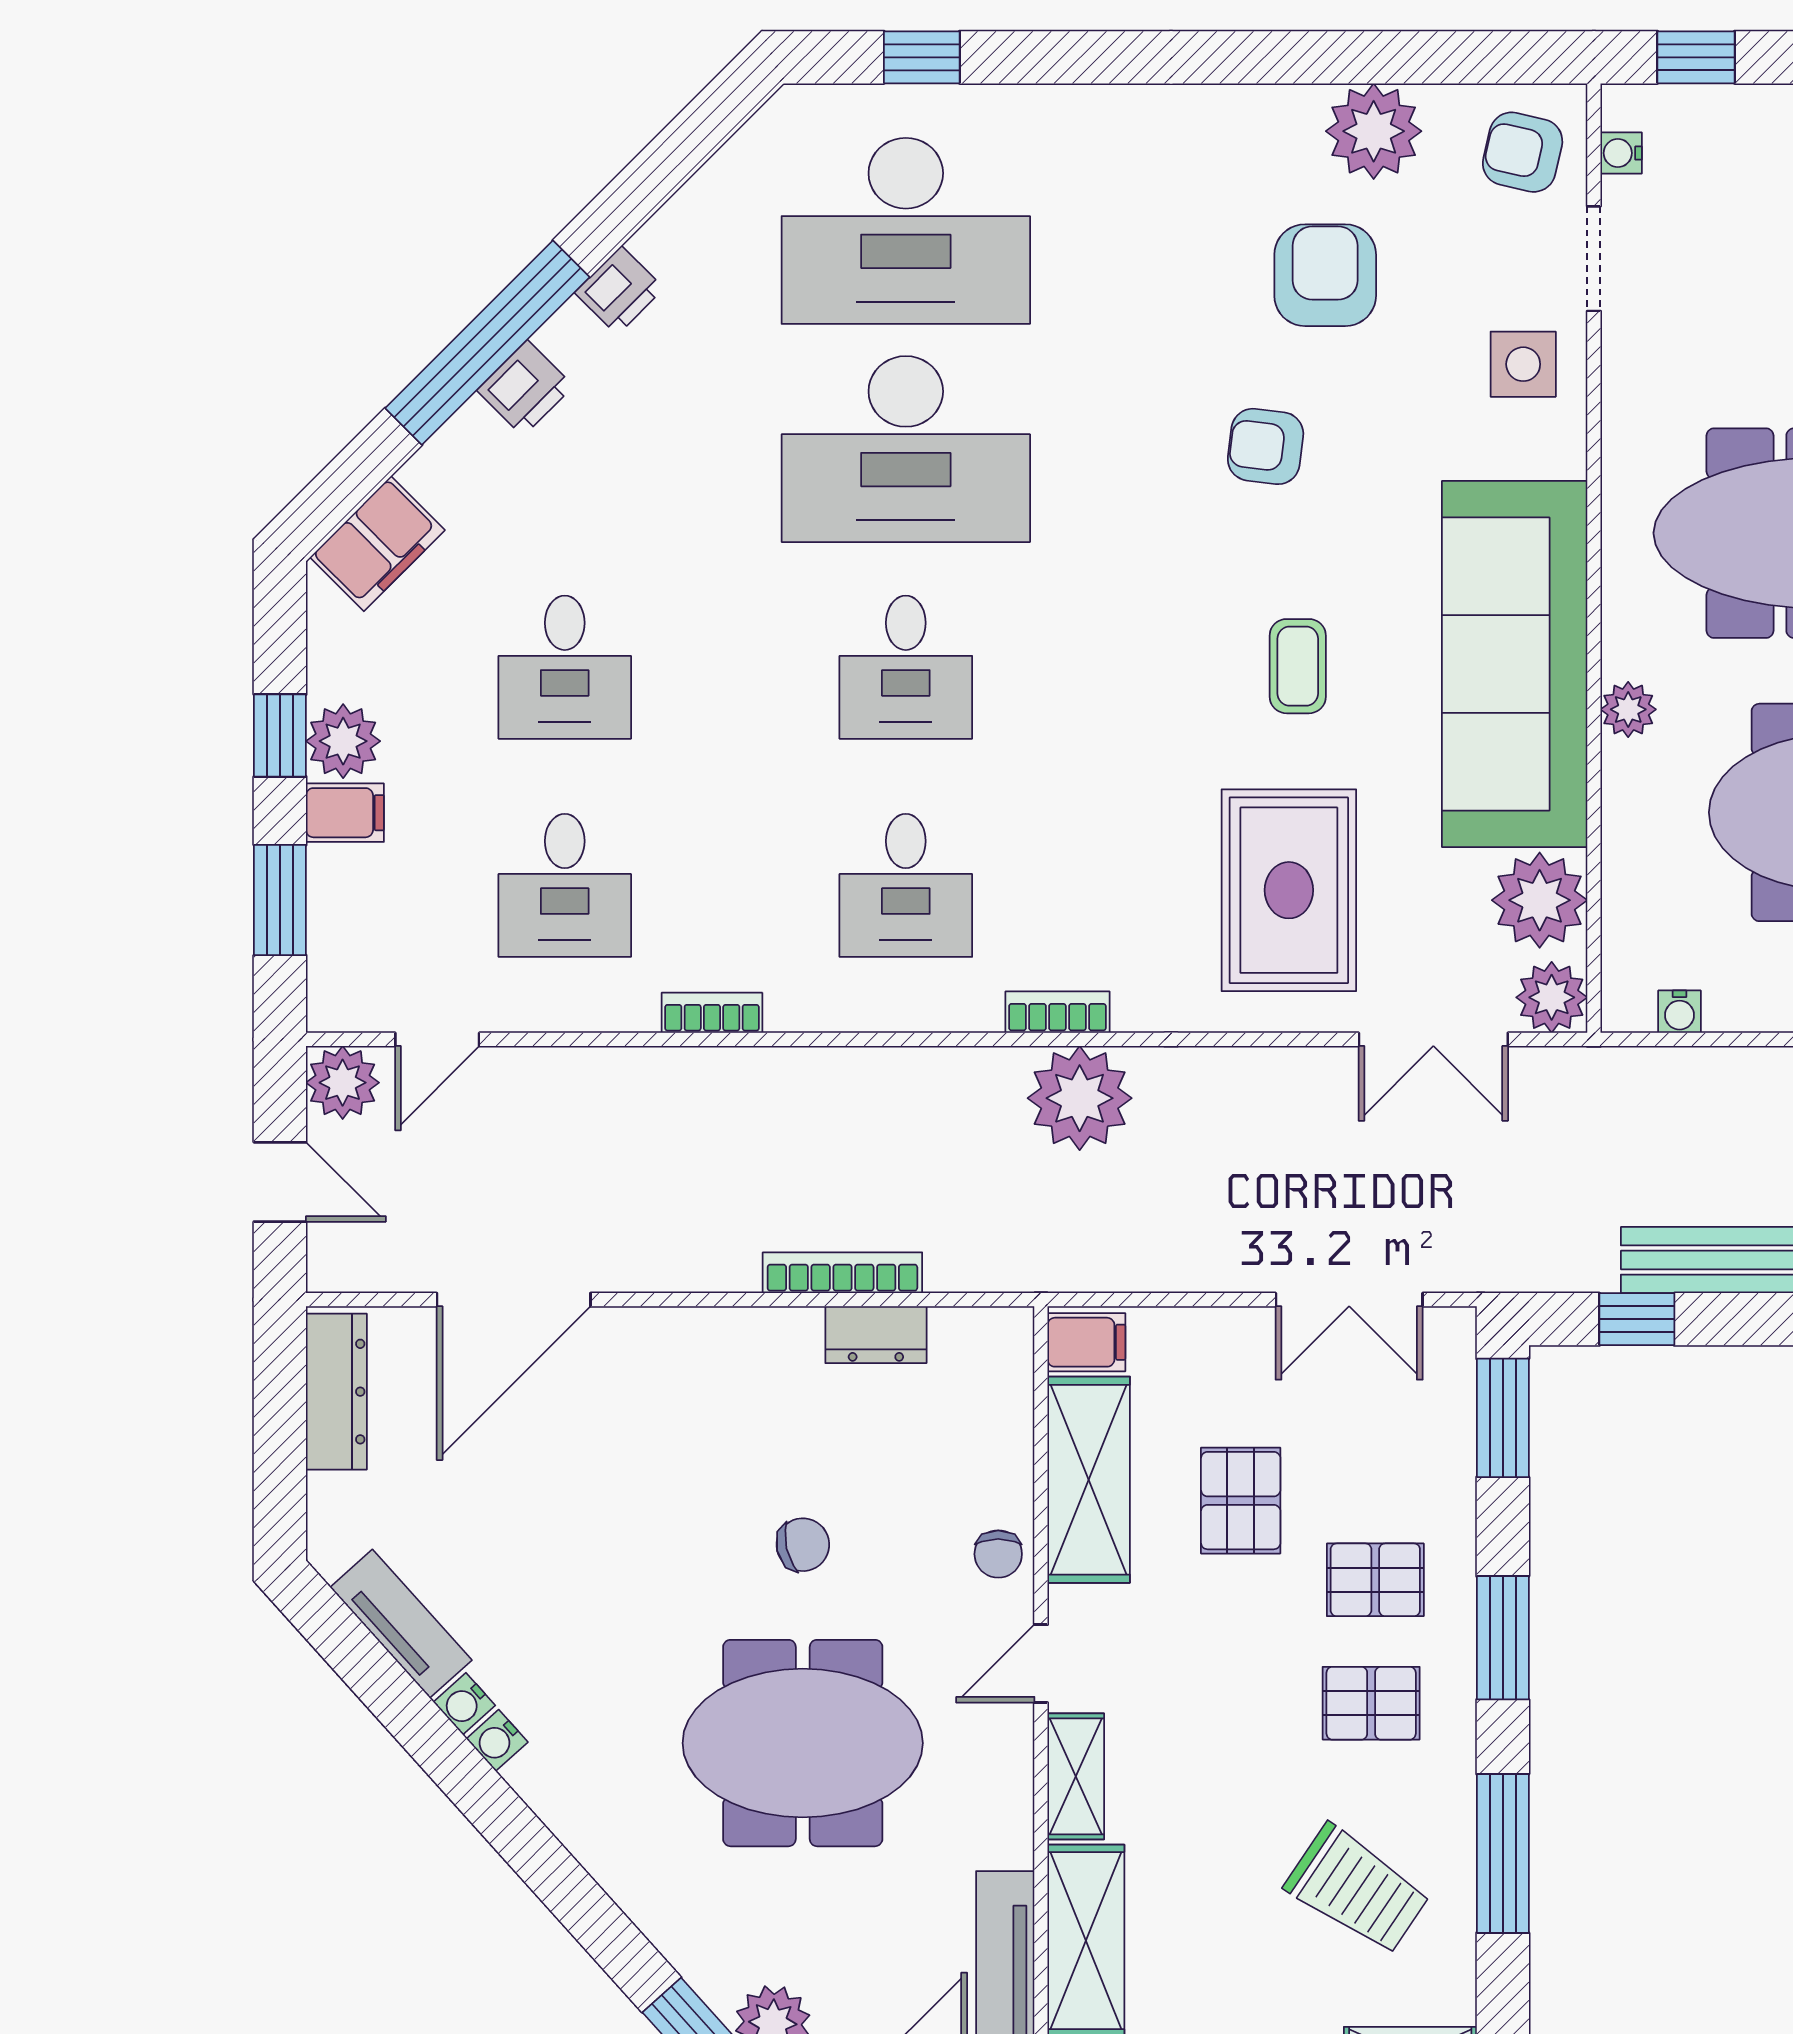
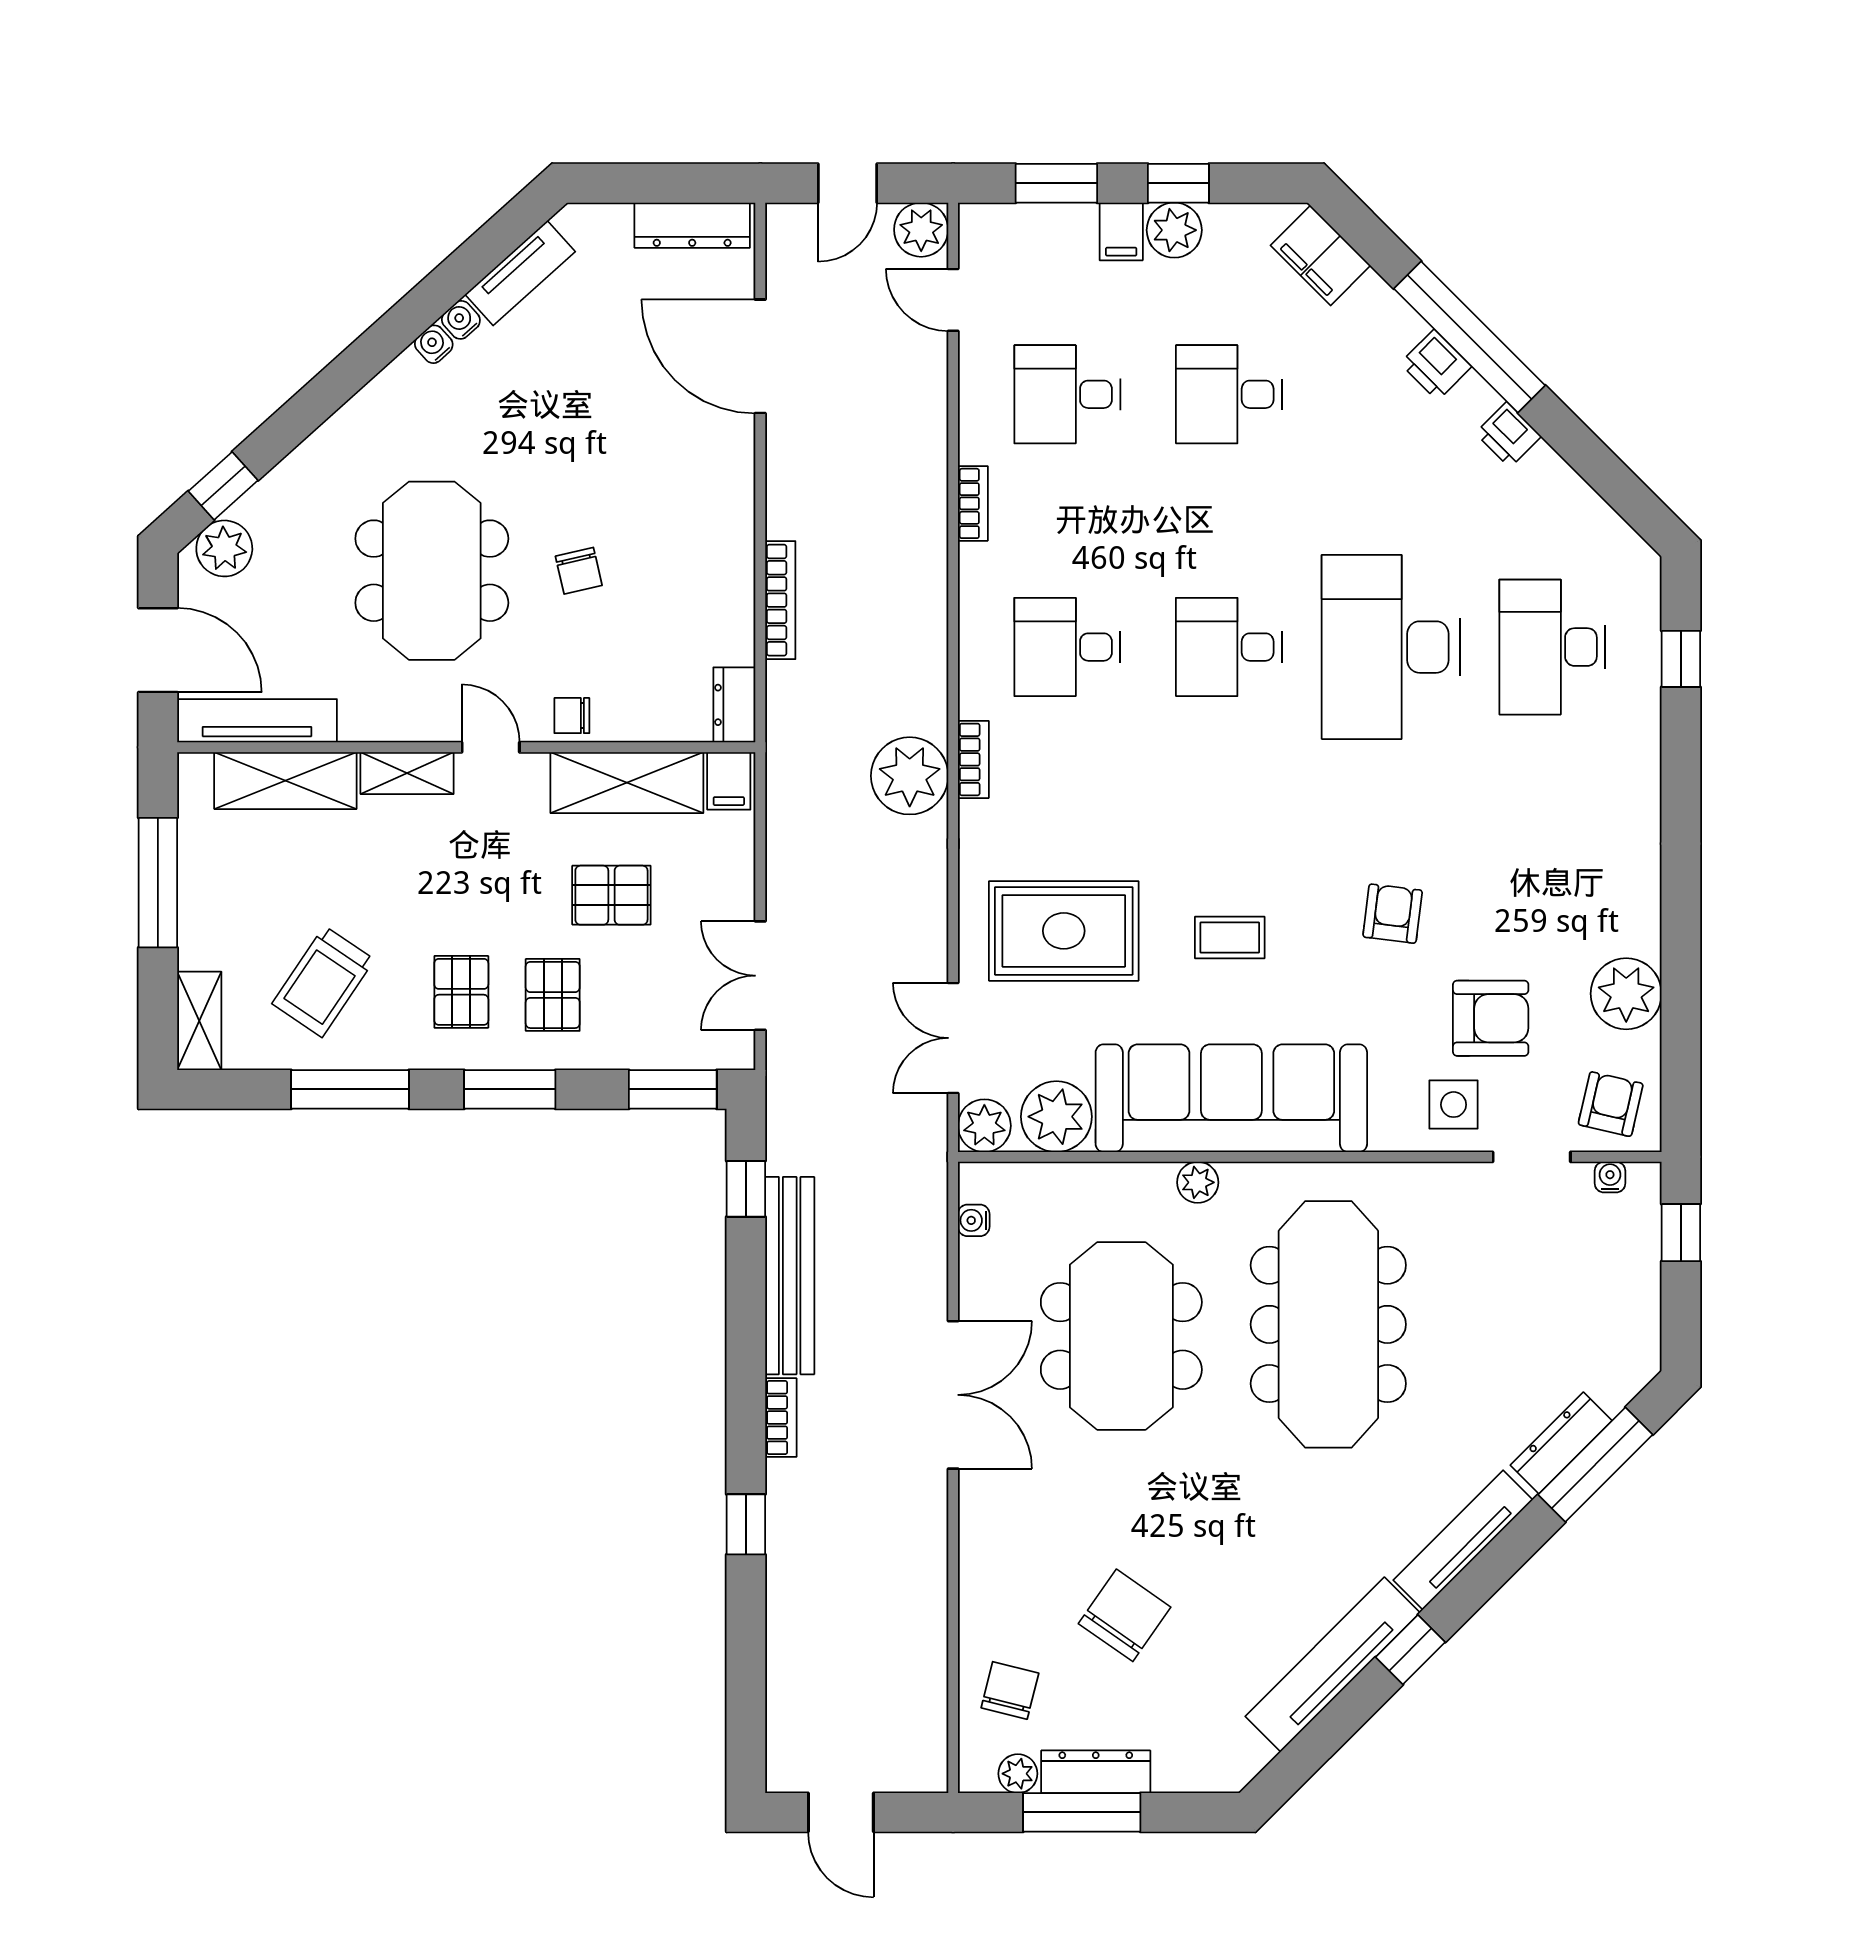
desk: (906, 231) -> (1552, 647), width x0.73, depth x0.77
armchair: (1325, 275) -> (1491, 1018), moved
dresser: (876, 1335) -> (734, 705), moved

